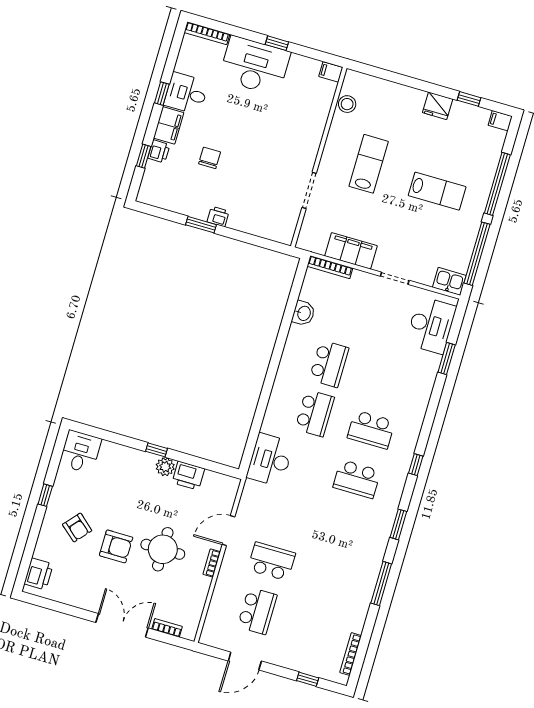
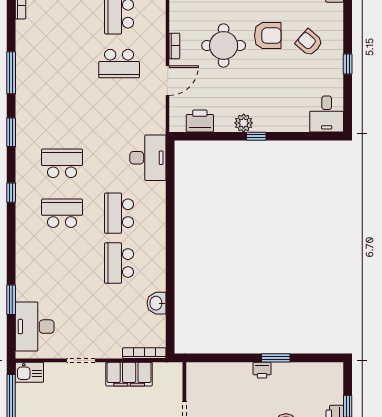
printer: (188, 476) -> (200, 121), moved
armchair: (116, 546) -> (268, 36), turned 180

